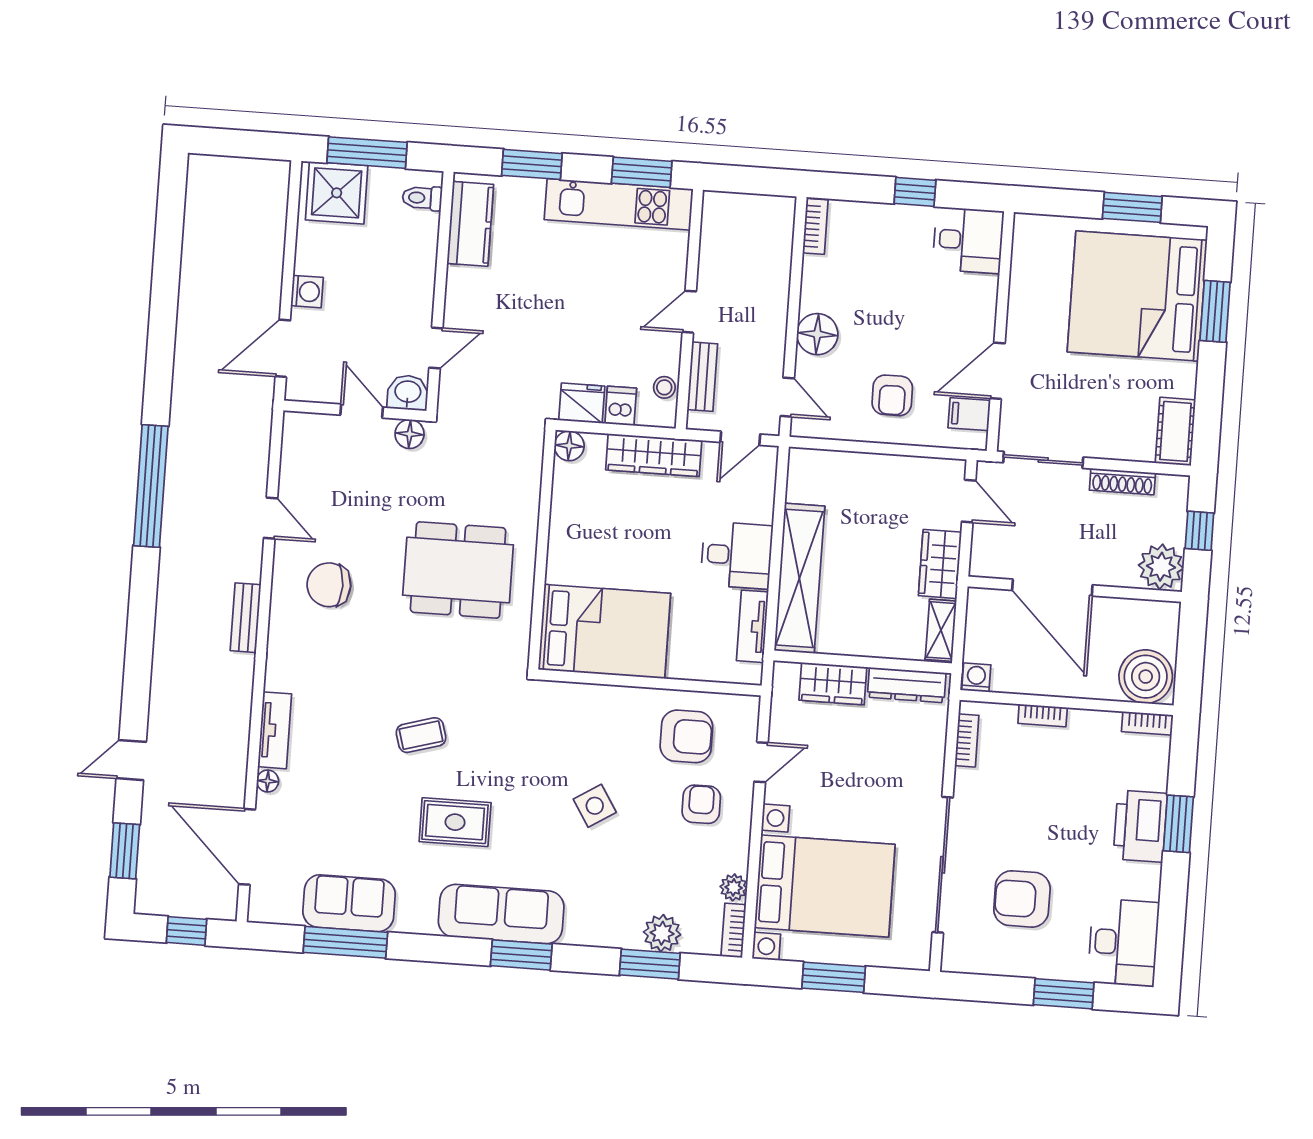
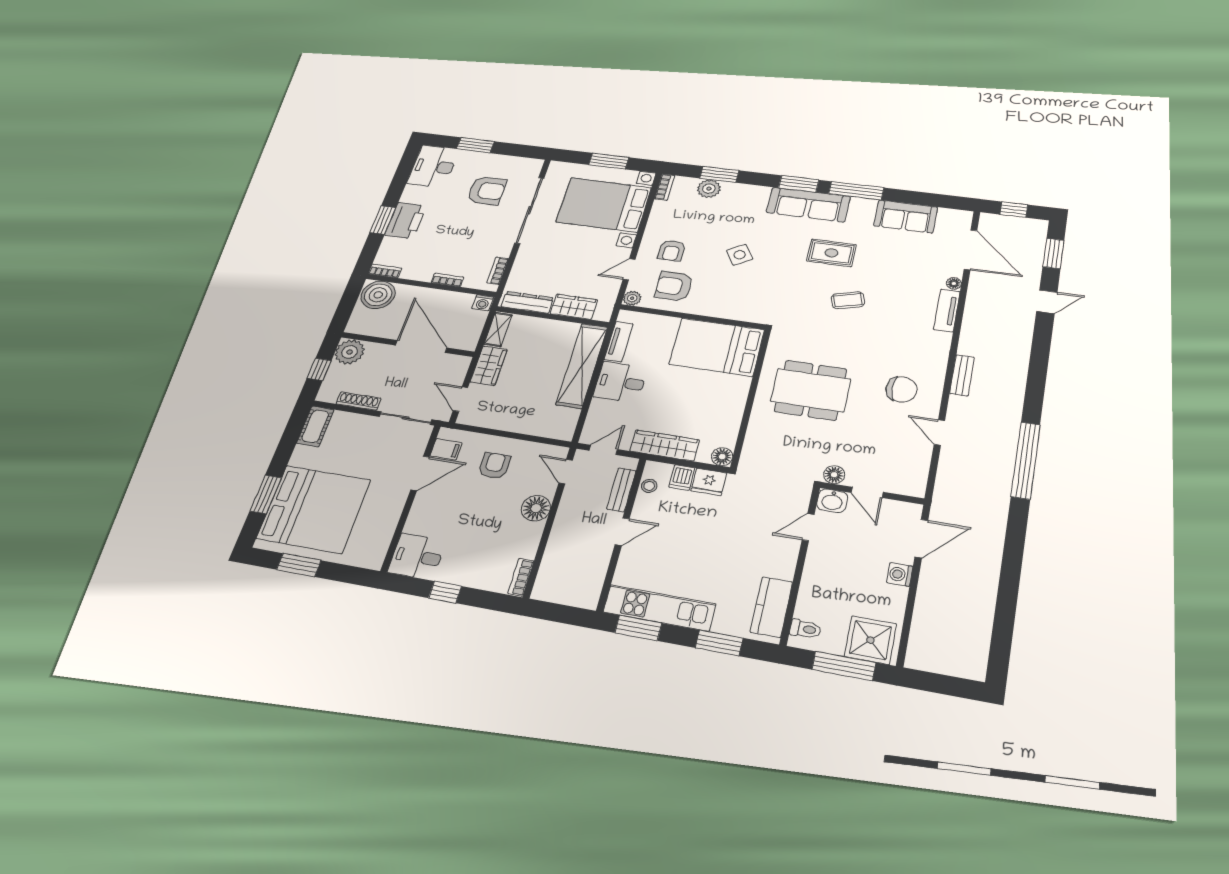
plant: (734, 887) -> (632, 298), moved
window: (345, 942) -> (856, 191), moved

